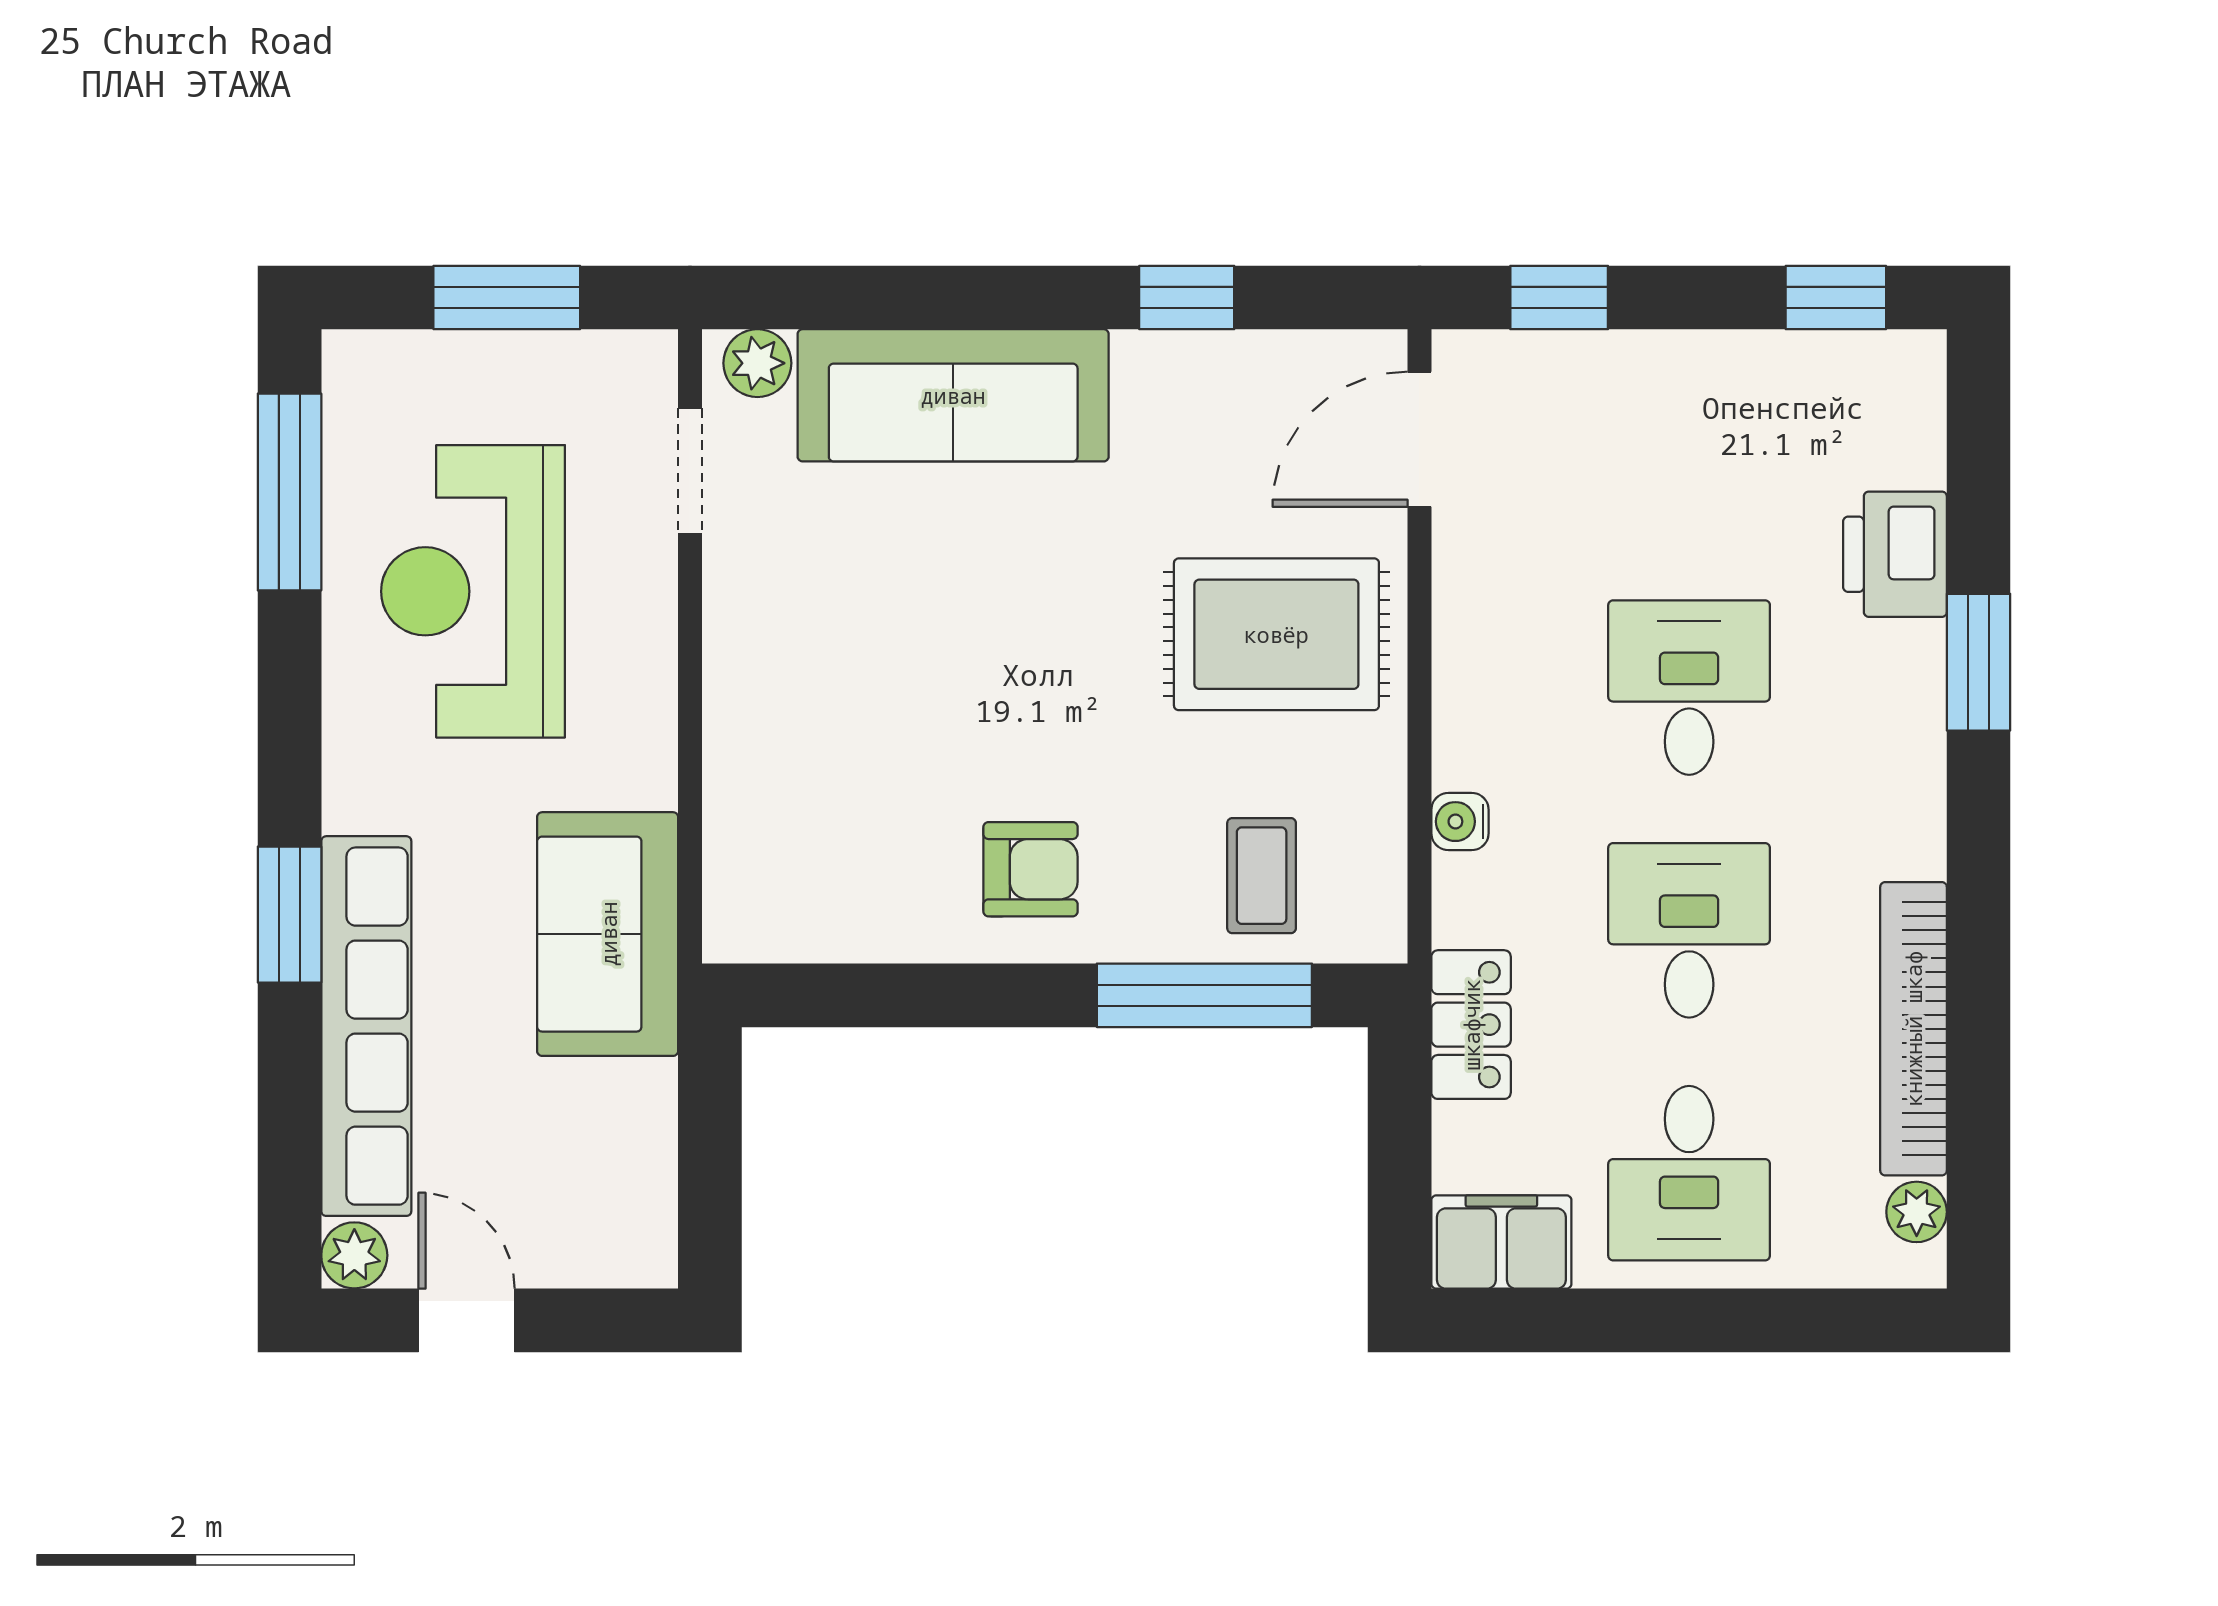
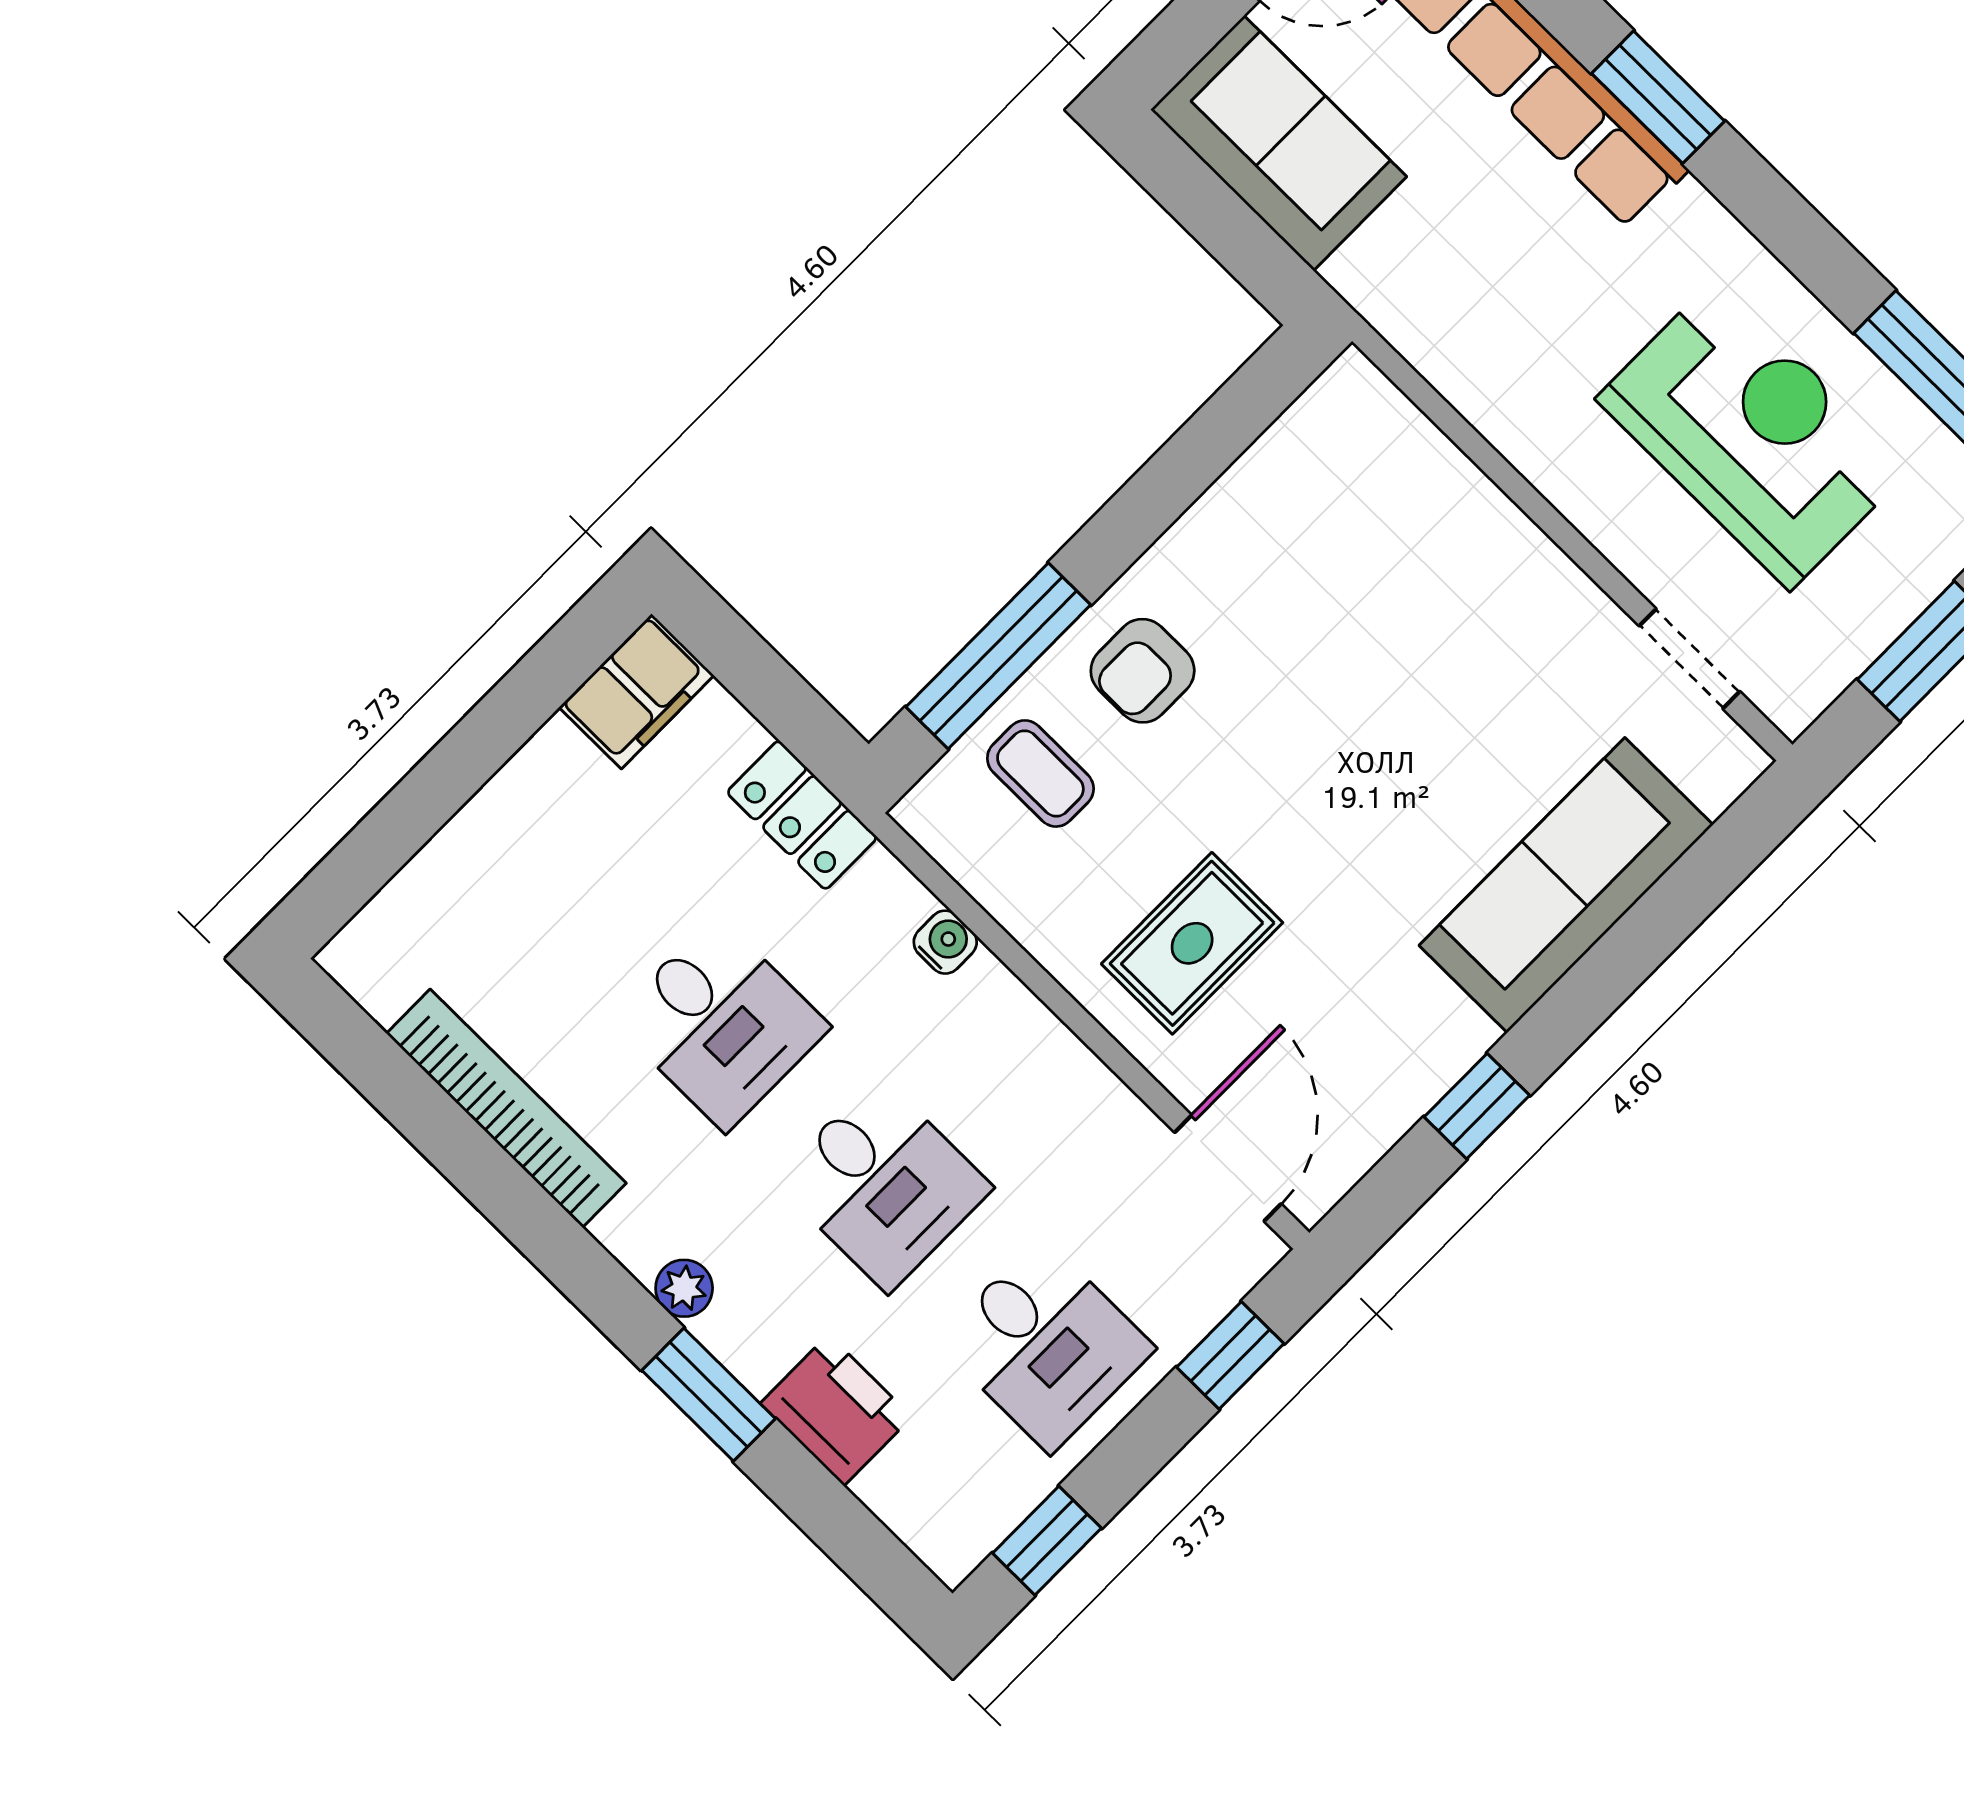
plant: (757, 363) -> (1717, 775), removed
rug: (1276, 634) -> (1192, 943), width x0.73, depth x0.70
armchair: (1031, 869) -> (1143, 671), moved
sofa: (608, 934) -> (1279, 143), moved
desk: (1689, 1173) -> (1046, 1345), moved, turned 180
plant: (1917, 1212) -> (684, 1288), moved

